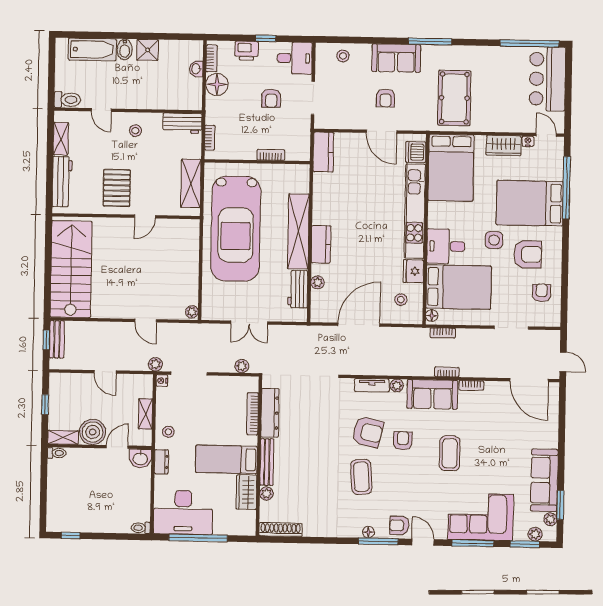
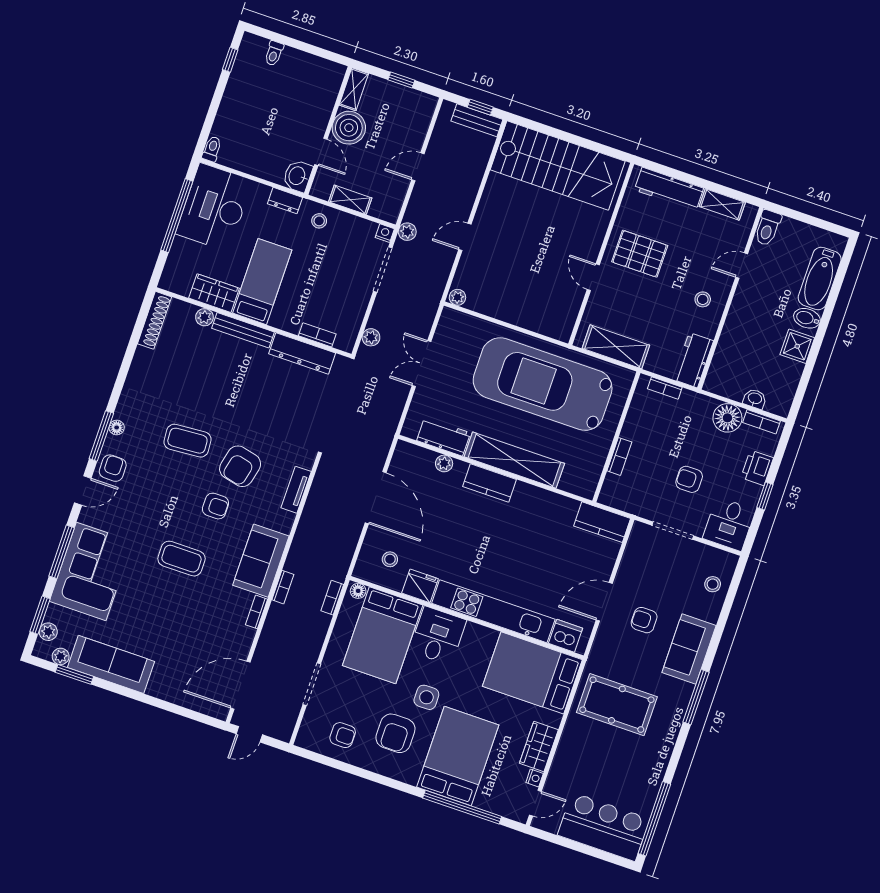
plant: (397, 386) -> (286, 520), removed
bookcase: (253, 414) -> (317, 335), width x0.64
toilet: (57, 453) -> (274, 53), moved

